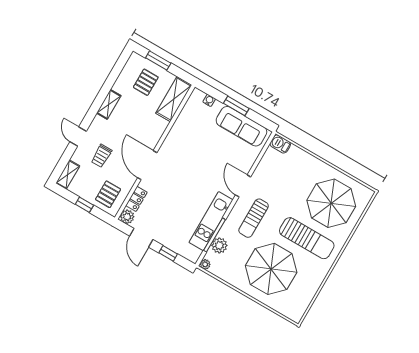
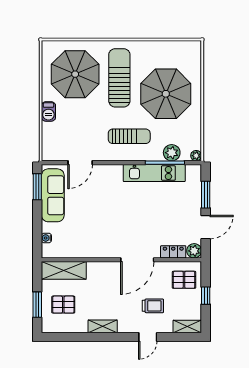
window: (236, 106) -> (37, 187), moved
barbecue: (280, 144) -> (48, 111), moved
door: (243, 186) -> (80, 163), moved
window: (168, 253) -> (206, 195), width x1.50

